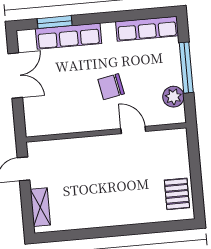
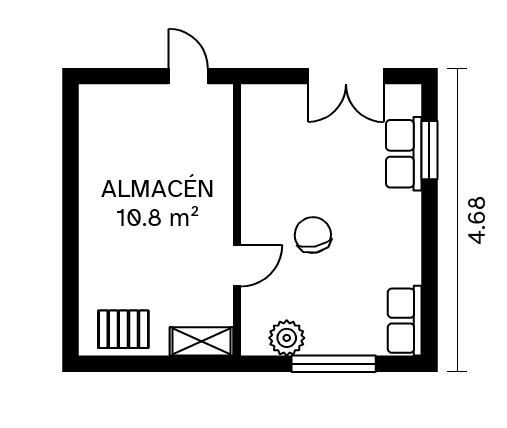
row of seats: (147, 29) -> (405, 321), width x0.68
row of seats: (69, 36) -> (404, 154), width x0.68
shelving: (40, 207) -> (201, 341), moved

